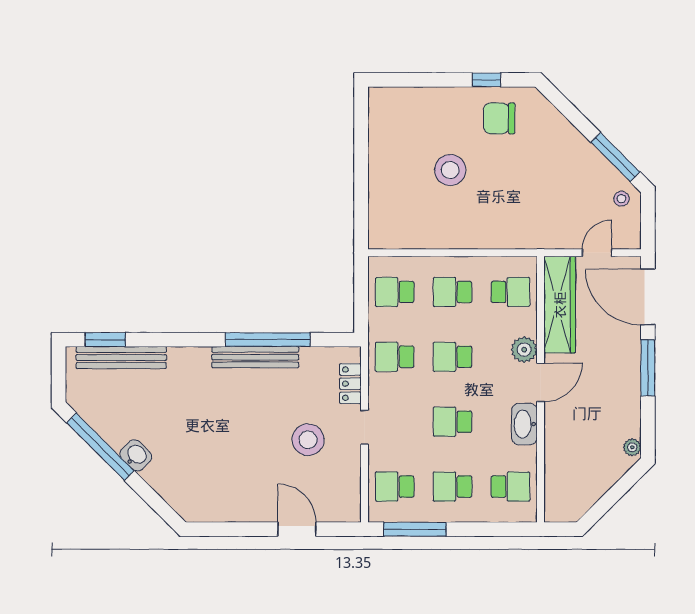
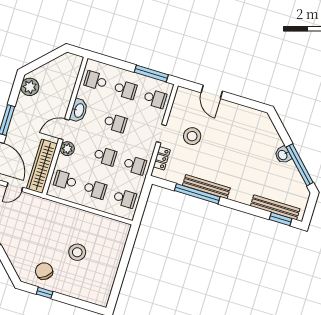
chair: (499, 118) -> (44, 271), turned -130
plant: (632, 447) -> (30, 87), width x1.87, depth x1.87

